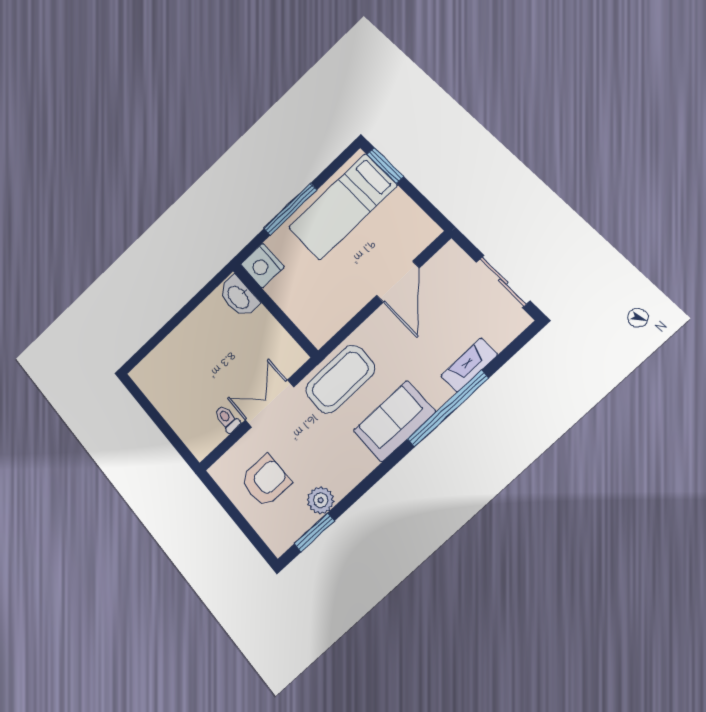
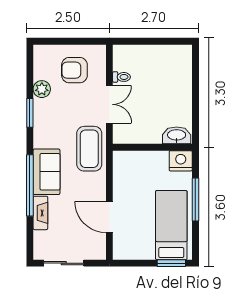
sofa: (394, 421) -> (46, 172), moved
armchair: (265, 481) -> (74, 70), turned 90
window: (314, 532) -> (30, 113), moved

